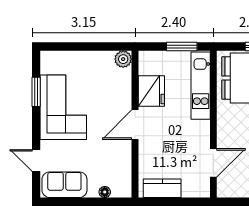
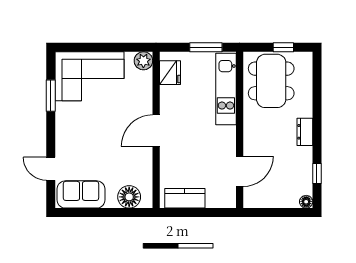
fridge: (151, 91) -> (170, 73), moved, width x0.73, depth x0.75
corner sofa: (63, 107) -> (90, 76), moved, turned 90
floor lamp: (105, 192) -> (129, 197), width x1.89, depth x1.89

